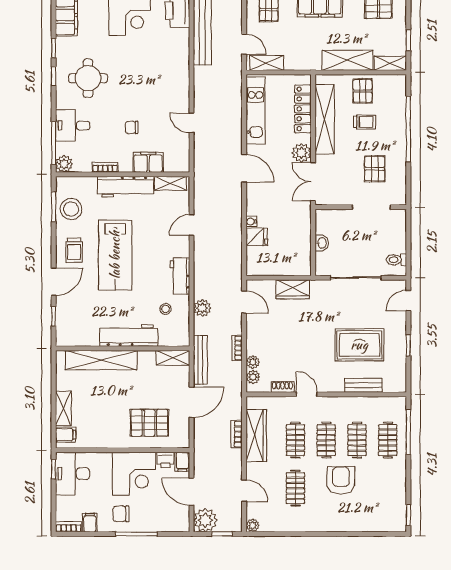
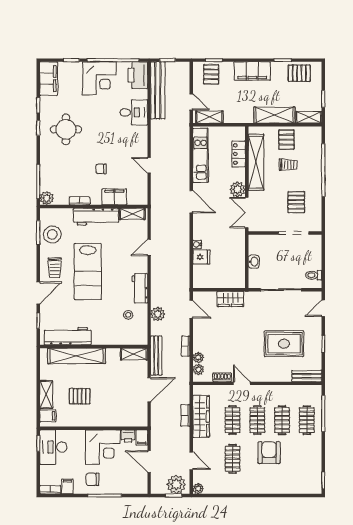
locker: (303, 109) -> (239, 154), width x0.66
desk: (73, 126) -> (134, 112), moved, turned 180
workbench: (129, 336) -> (68, 336), moved
bench: (363, 385) -> (307, 376), moved
pallet: (149, 423) -> (80, 396), moved, width x0.67, depth x0.71
plant: (205, 520) -> (176, 484), moved

